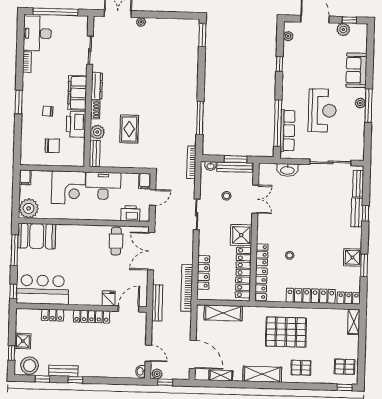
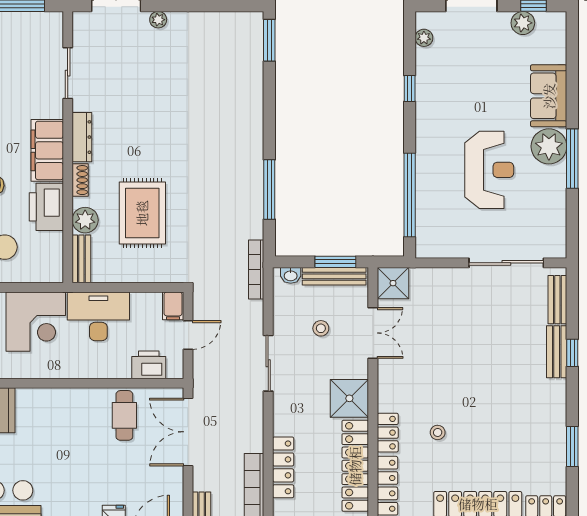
plant: (360, 103) -> (549, 146), width x1.88, depth x1.88
rug: (129, 129) -> (142, 213), width x1.36, depth x1.43
row of seats: (288, 131) -> (428, 208), removed
washbasin: (287, 170) -> (429, 279), removed
shower: (352, 257) -> (393, 283), moved

